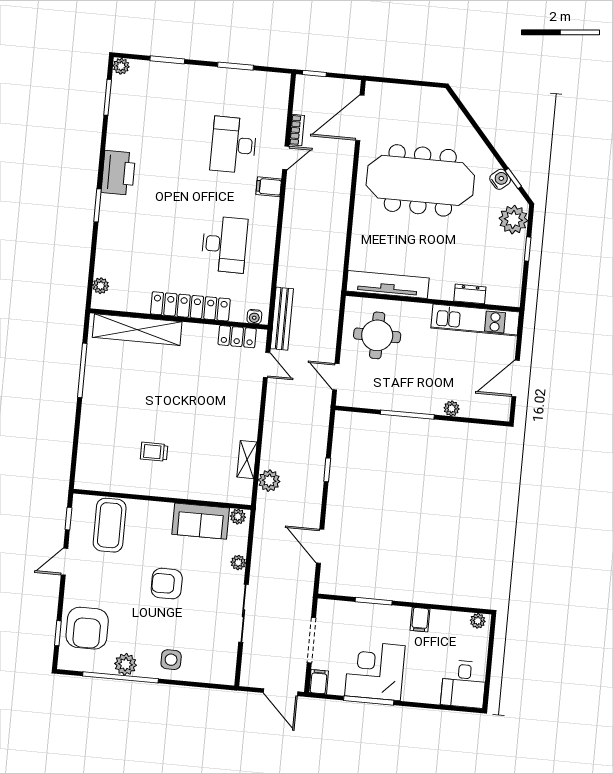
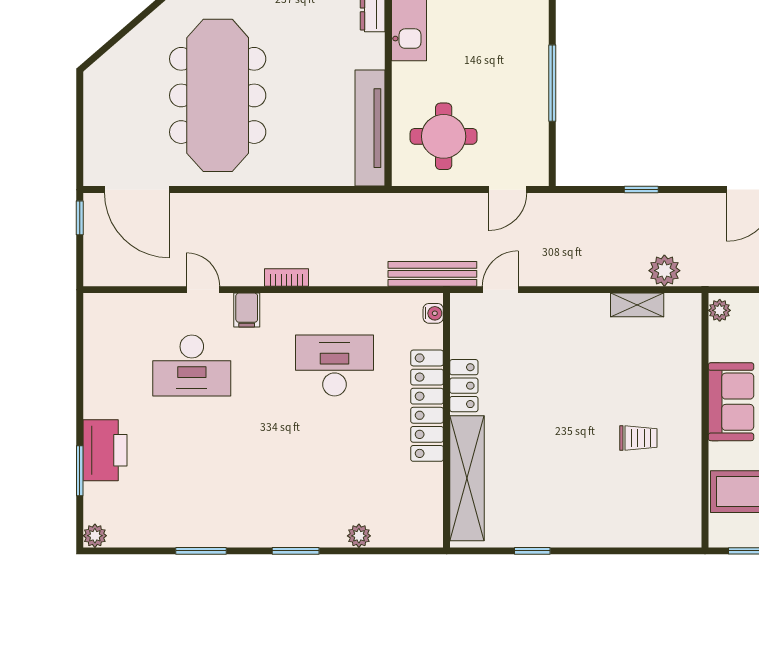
window: (235, 66) -> (80, 373), removed
window: (314, 73) -> (80, 218), moved
window: (108, 97) -> (201, 551), moved
bookcase: (297, 130) -> (287, 278), moved
printer: (118, 173) -> (105, 450), moved, turned 90
plant: (101, 286) -> (359, 536), moved
locker: (237, 337) -> (464, 386), moved
window: (82, 370) -> (532, 551), width x0.46
plant: (452, 408) -> (538, 21), removed
trolley: (154, 452) -> (638, 438), turned -90
sofa: (201, 521) -> (731, 402), moved

